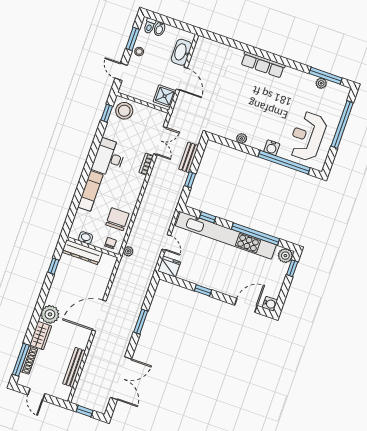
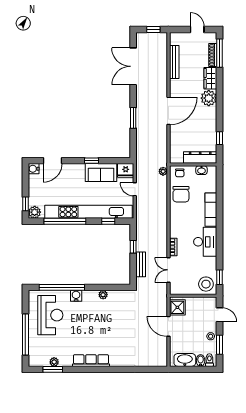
washbasin: (181, 52) -> (185, 360), moved, turned -90
row of seats: (263, 65) -> (91, 361), moved
window: (326, 76) -> (53, 369), width x0.69
sofa: (197, 274) -> (101, 173), added

